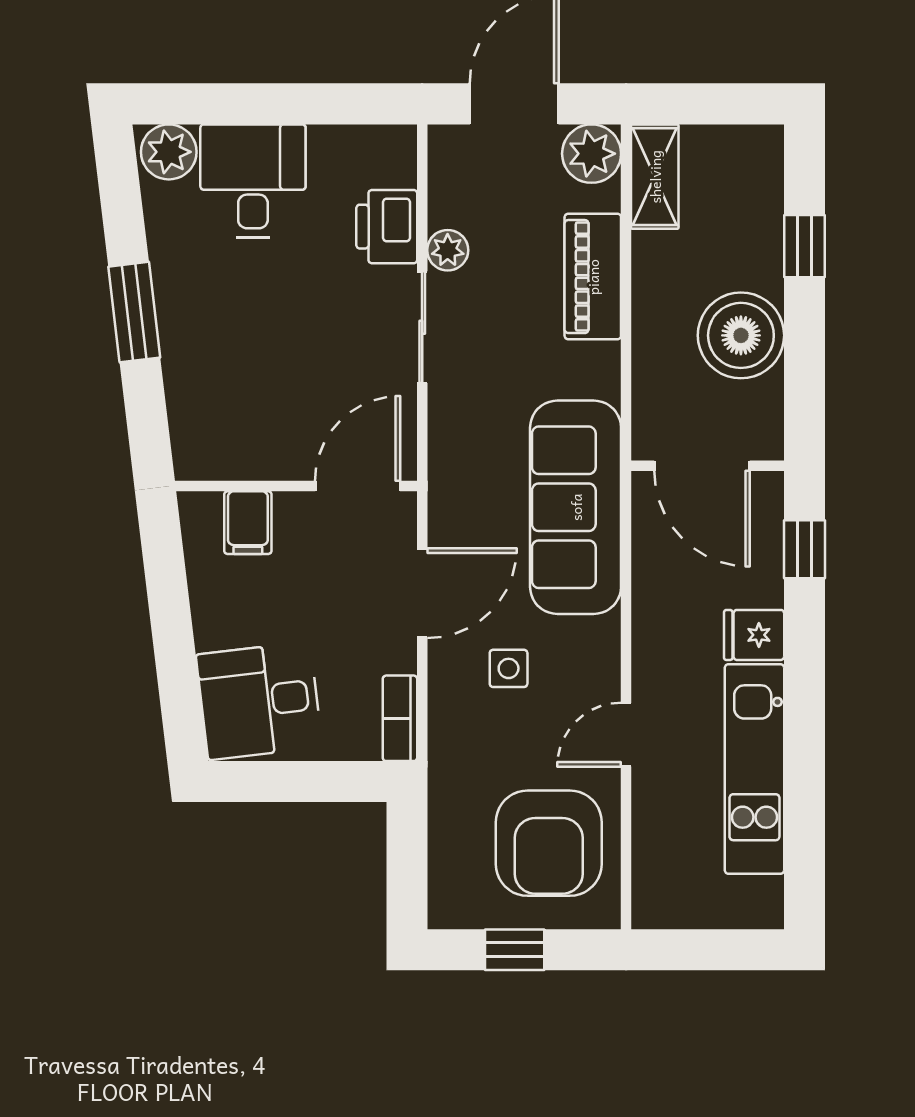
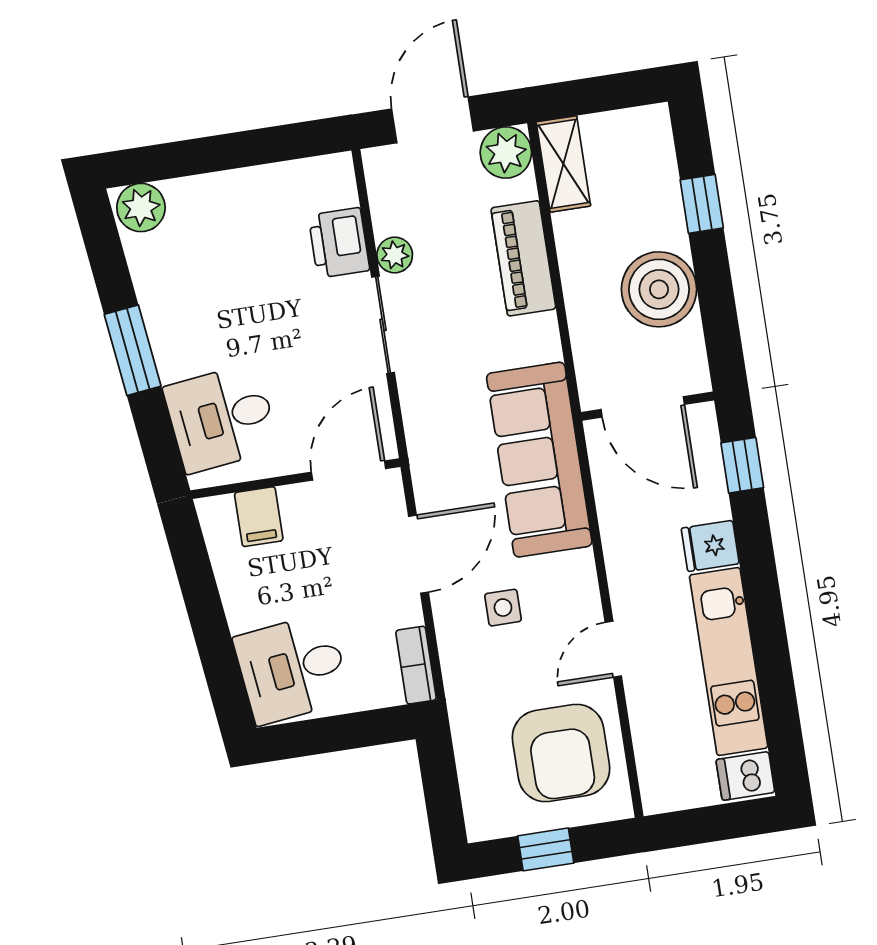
desk: (253, 181) -> (221, 418), moved, turned -97
dishwasher: (753, 902) -> (745, 776), added

